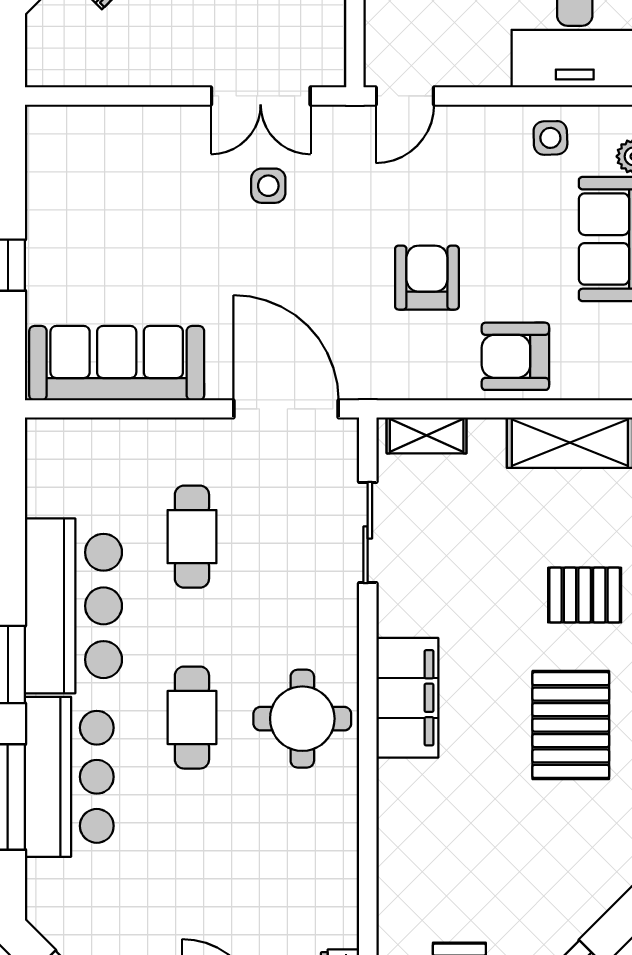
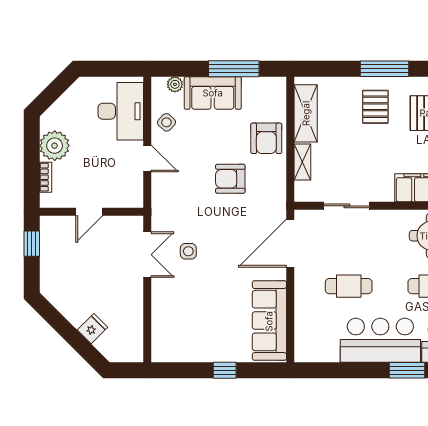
door: (405, 96) -> (147, 158), moved
side table: (550, 138) -> (166, 122), turned 45
shelving: (427, 435) -> (302, 162), moved

